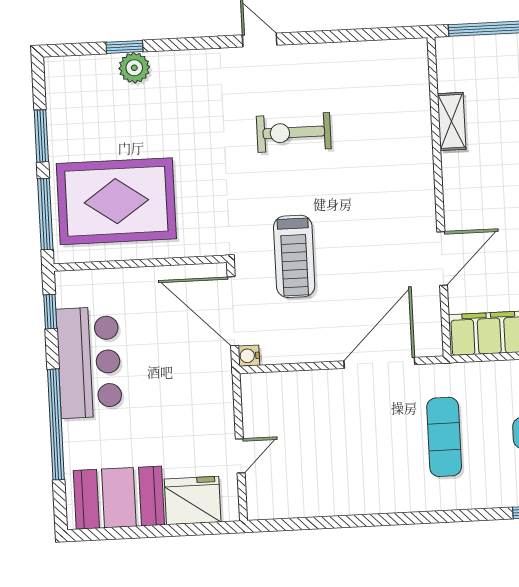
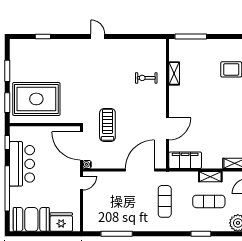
plant: (134, 68) -> (46, 45), removed
exercise bike: (294, 132) -> (146, 78), moved, width x0.73, depth x0.72
window: (45, 214) -> (7, 103), width x0.69
treadmill: (294, 256) -> (107, 125), turned 180
door: (240, 456) -> (81, 183), moved
window: (330, 522) -> (117, 234), added

